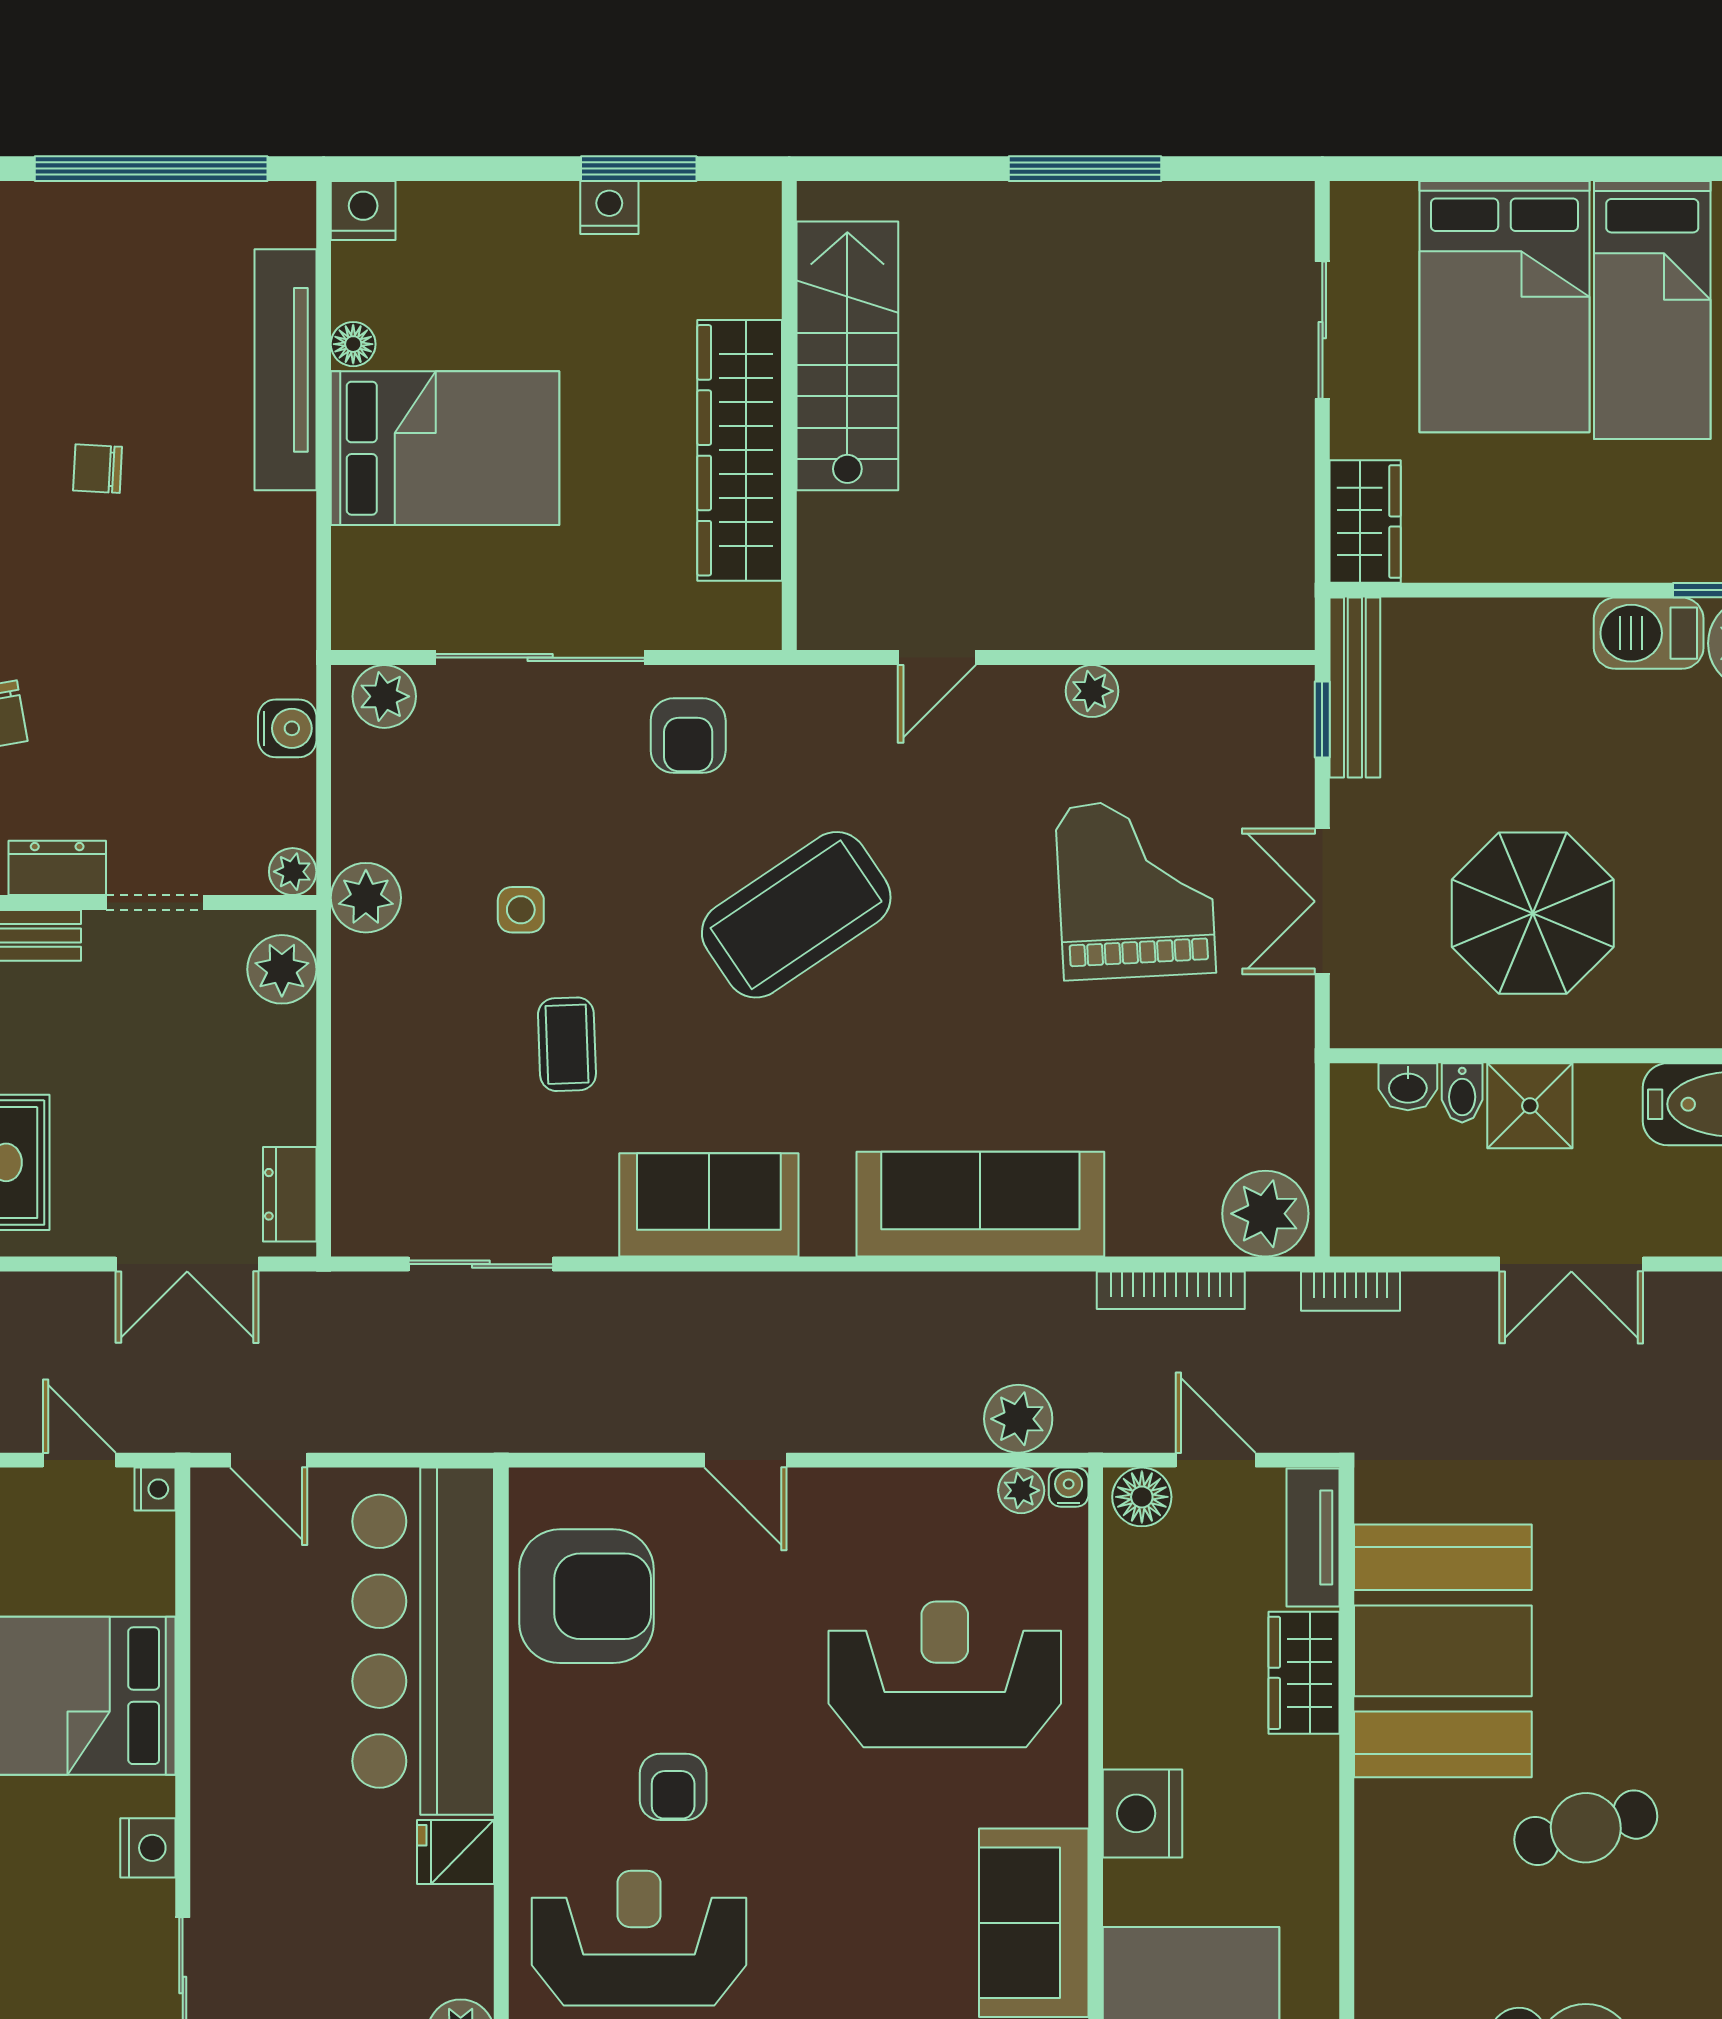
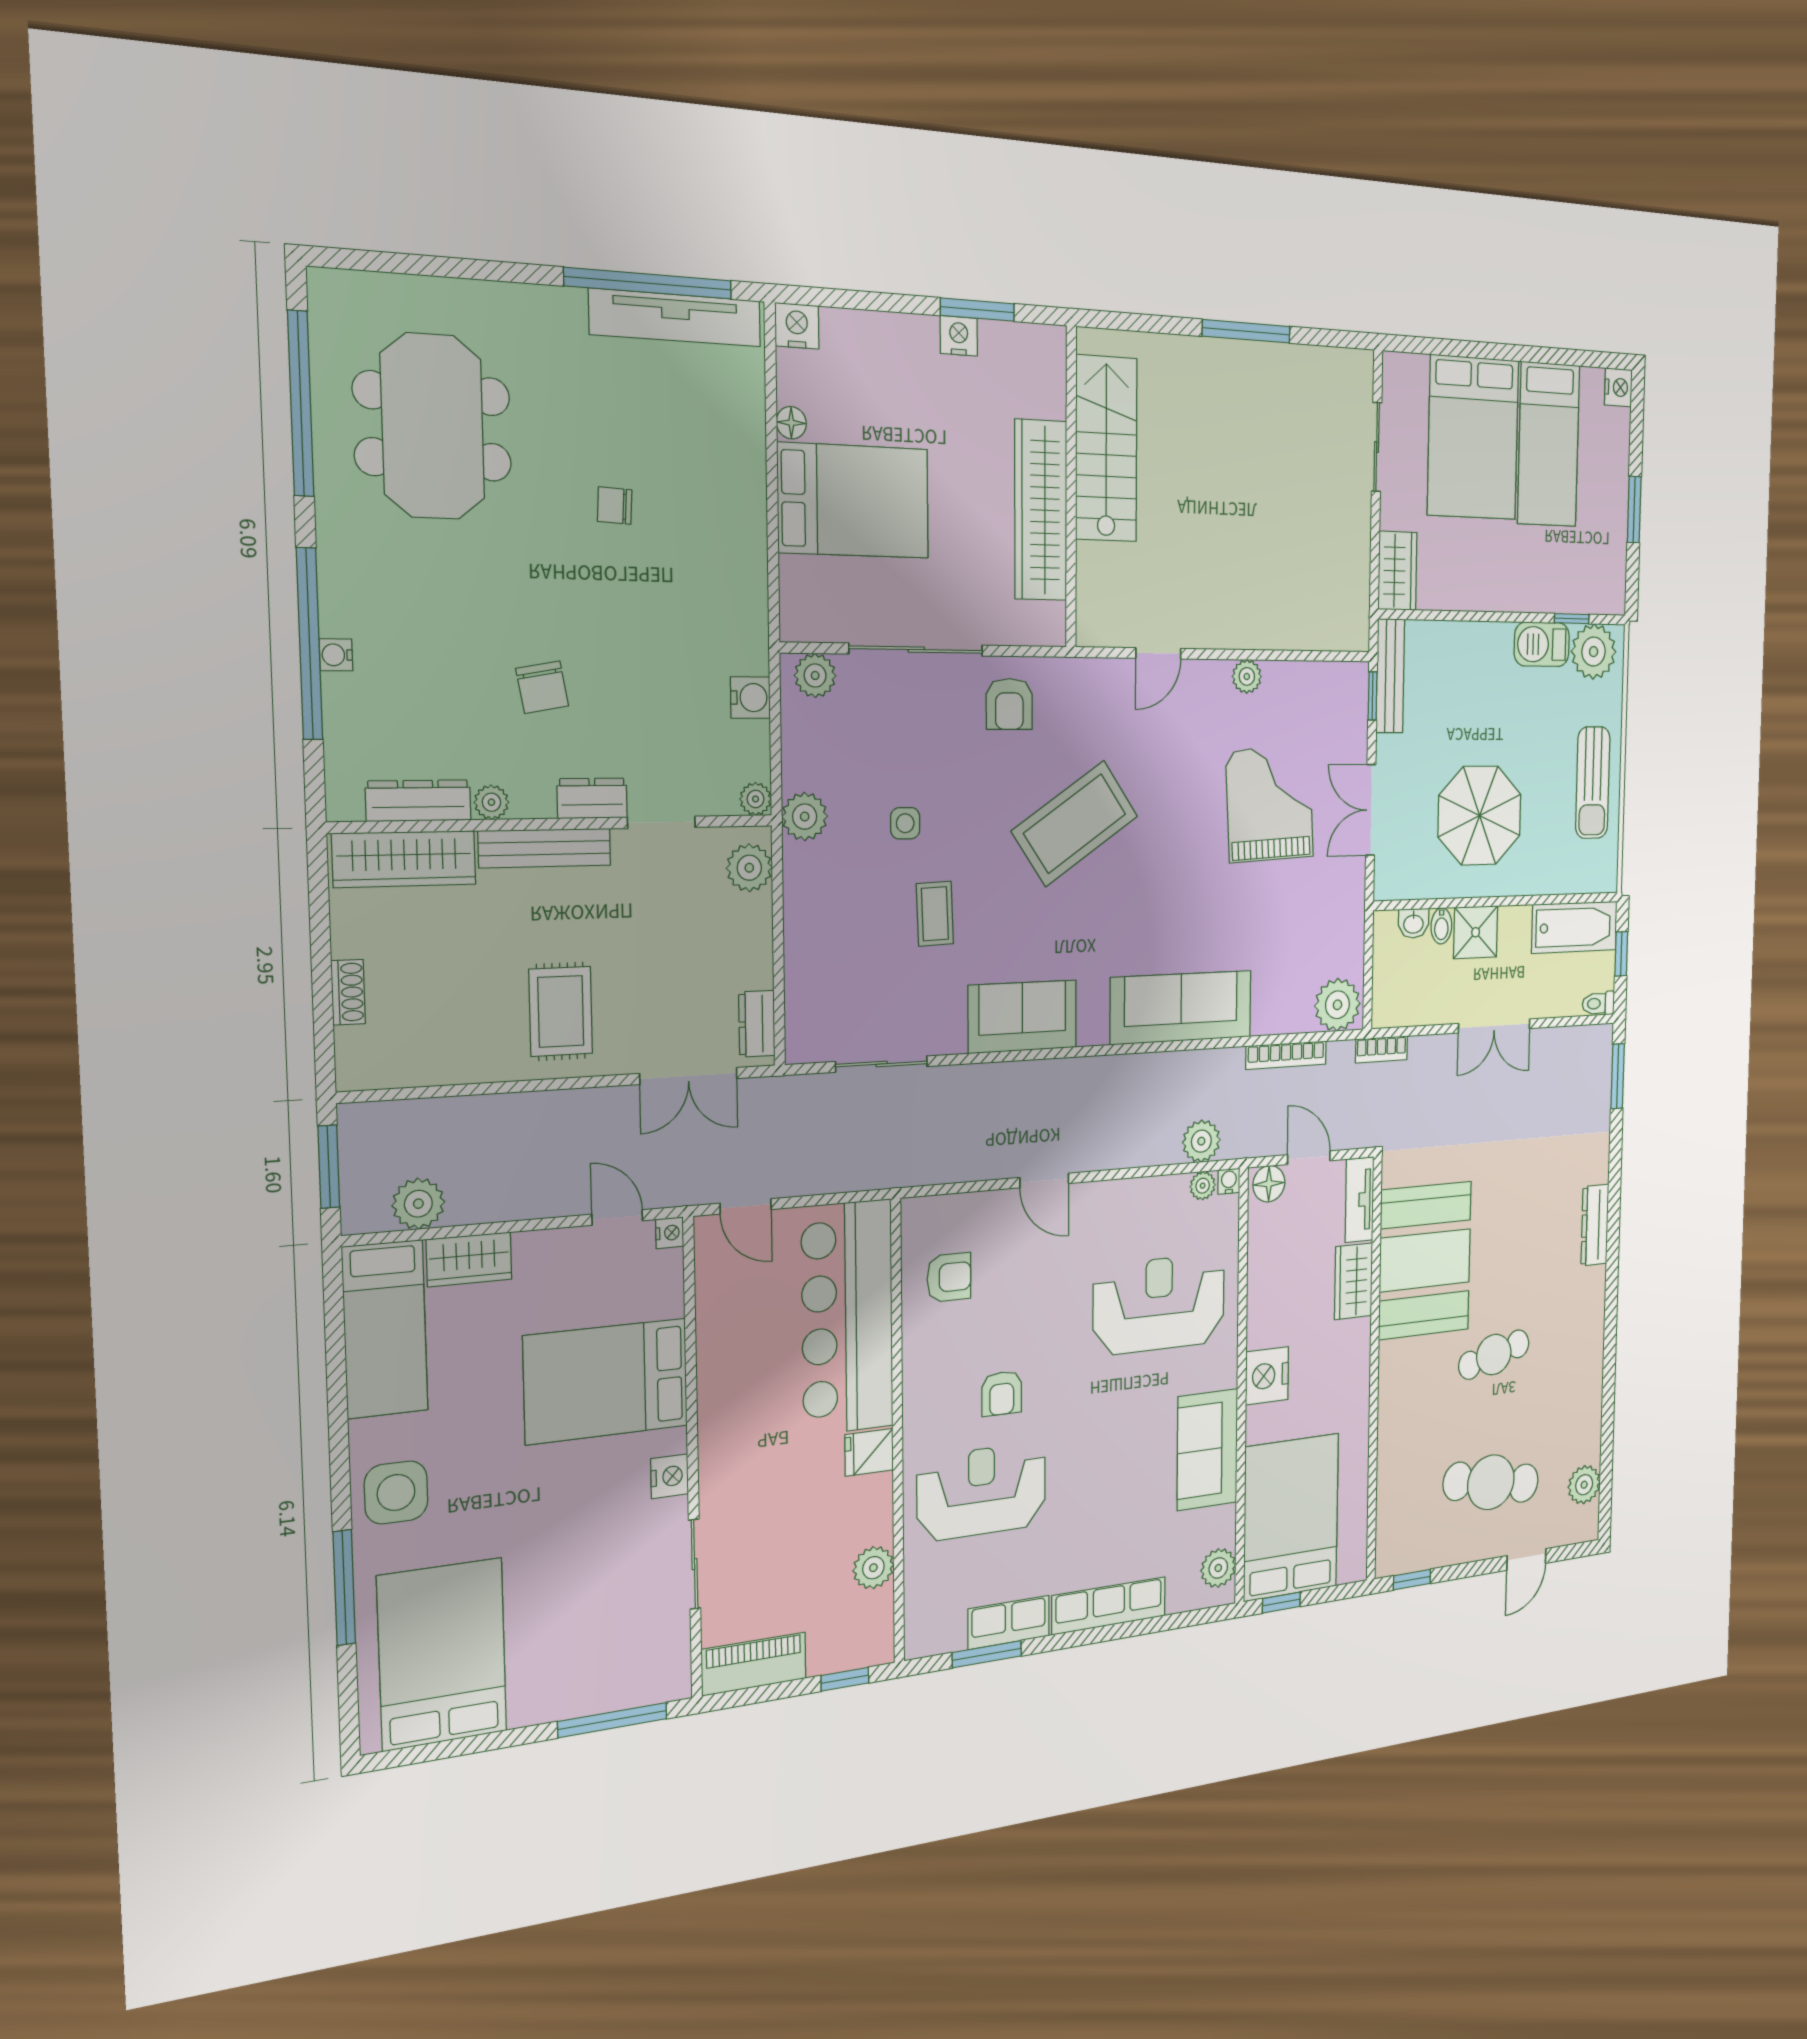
tv unit: (285, 370) -> (676, 318), moved, turned -90
armchair: (586, 1596) -> (949, 1277), width x0.53, depth x0.53

